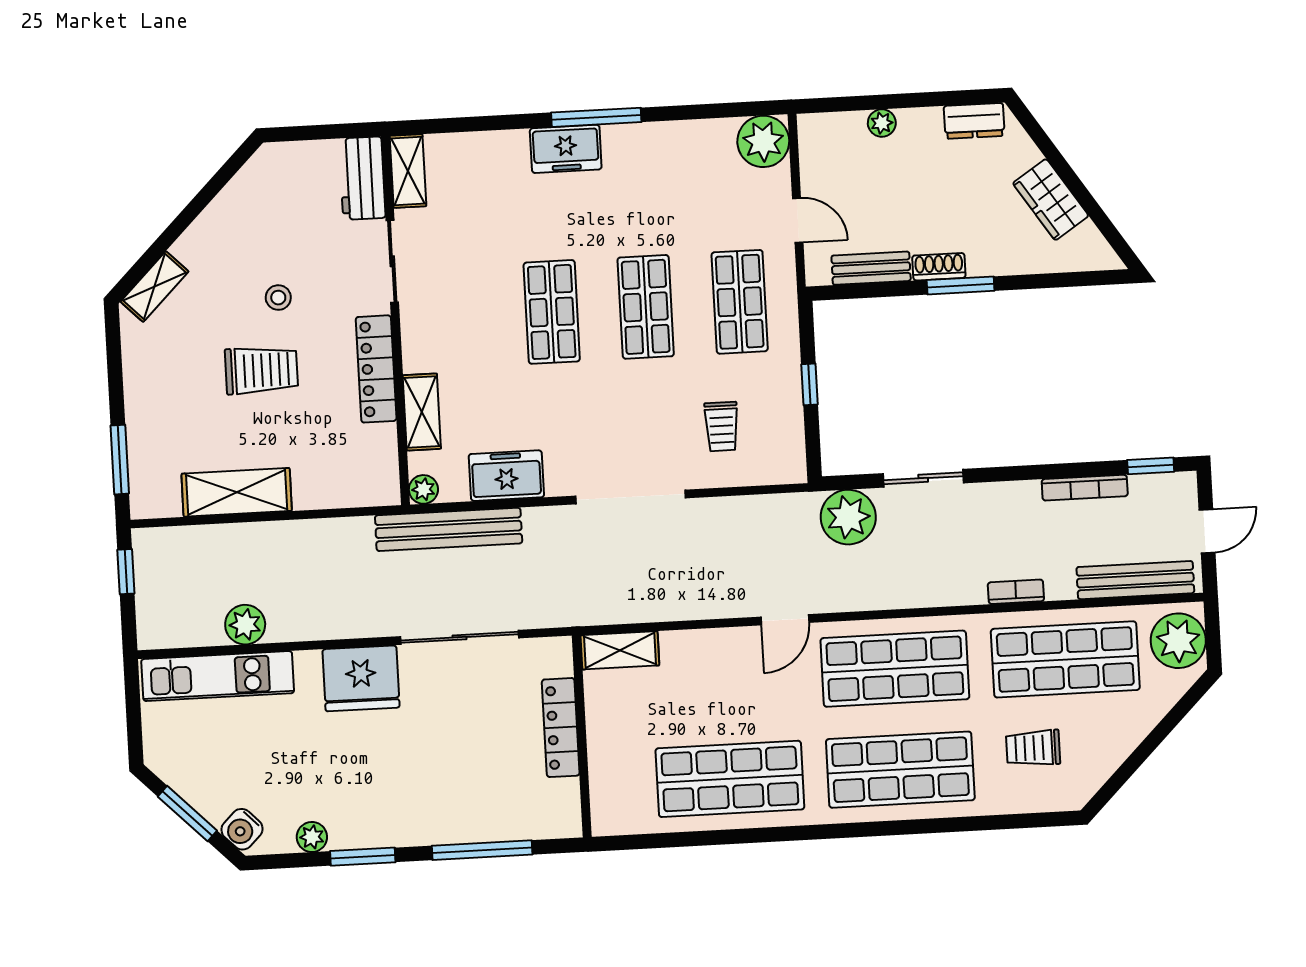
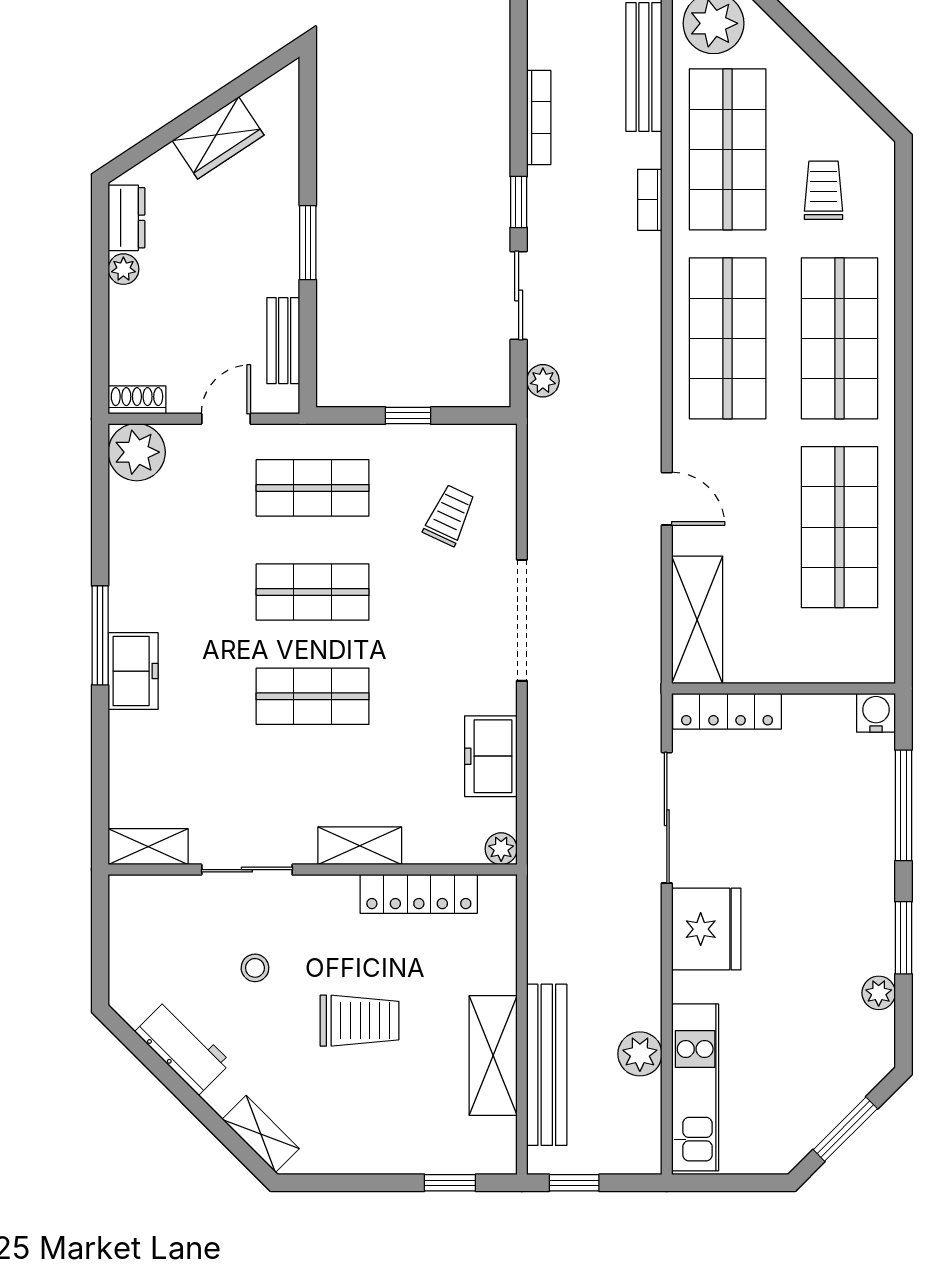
plant: (882, 123) -> (123, 269), moved
workbench: (362, 178) -> (183, 1047), moved, turned -135
shoe rack: (939, 267) -> (137, 400), moved, turned 90
stool: (278, 298) -> (255, 968), moved
locker: (376, 369) -> (419, 894), moved
trolley: (262, 370) -> (360, 1021), turned 90
shelving: (422, 412) -> (360, 846), moved
trolley: (722, 426) -> (449, 515), turned -65
window: (120, 460) -> (450, 1183), width x0.67
window: (1151, 466) -> (519, 202), moved
plant: (848, 517) -> (543, 381), width x0.53, depth x0.53
bench: (449, 529) -> (547, 1065), moved
door: (785, 620) -> (667, 499), moved
shelving: (620, 650) -> (697, 620), width x1.50, depth x1.33
locker: (561, 728) -> (727, 711), moved
trolley: (1033, 748) -> (824, 190), turned 180
water cooler: (242, 829) -> (876, 713), moved, turned -135

